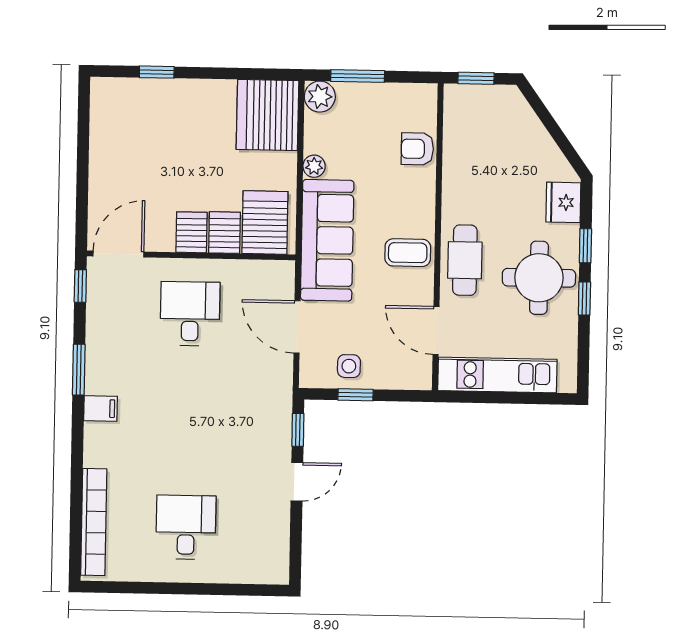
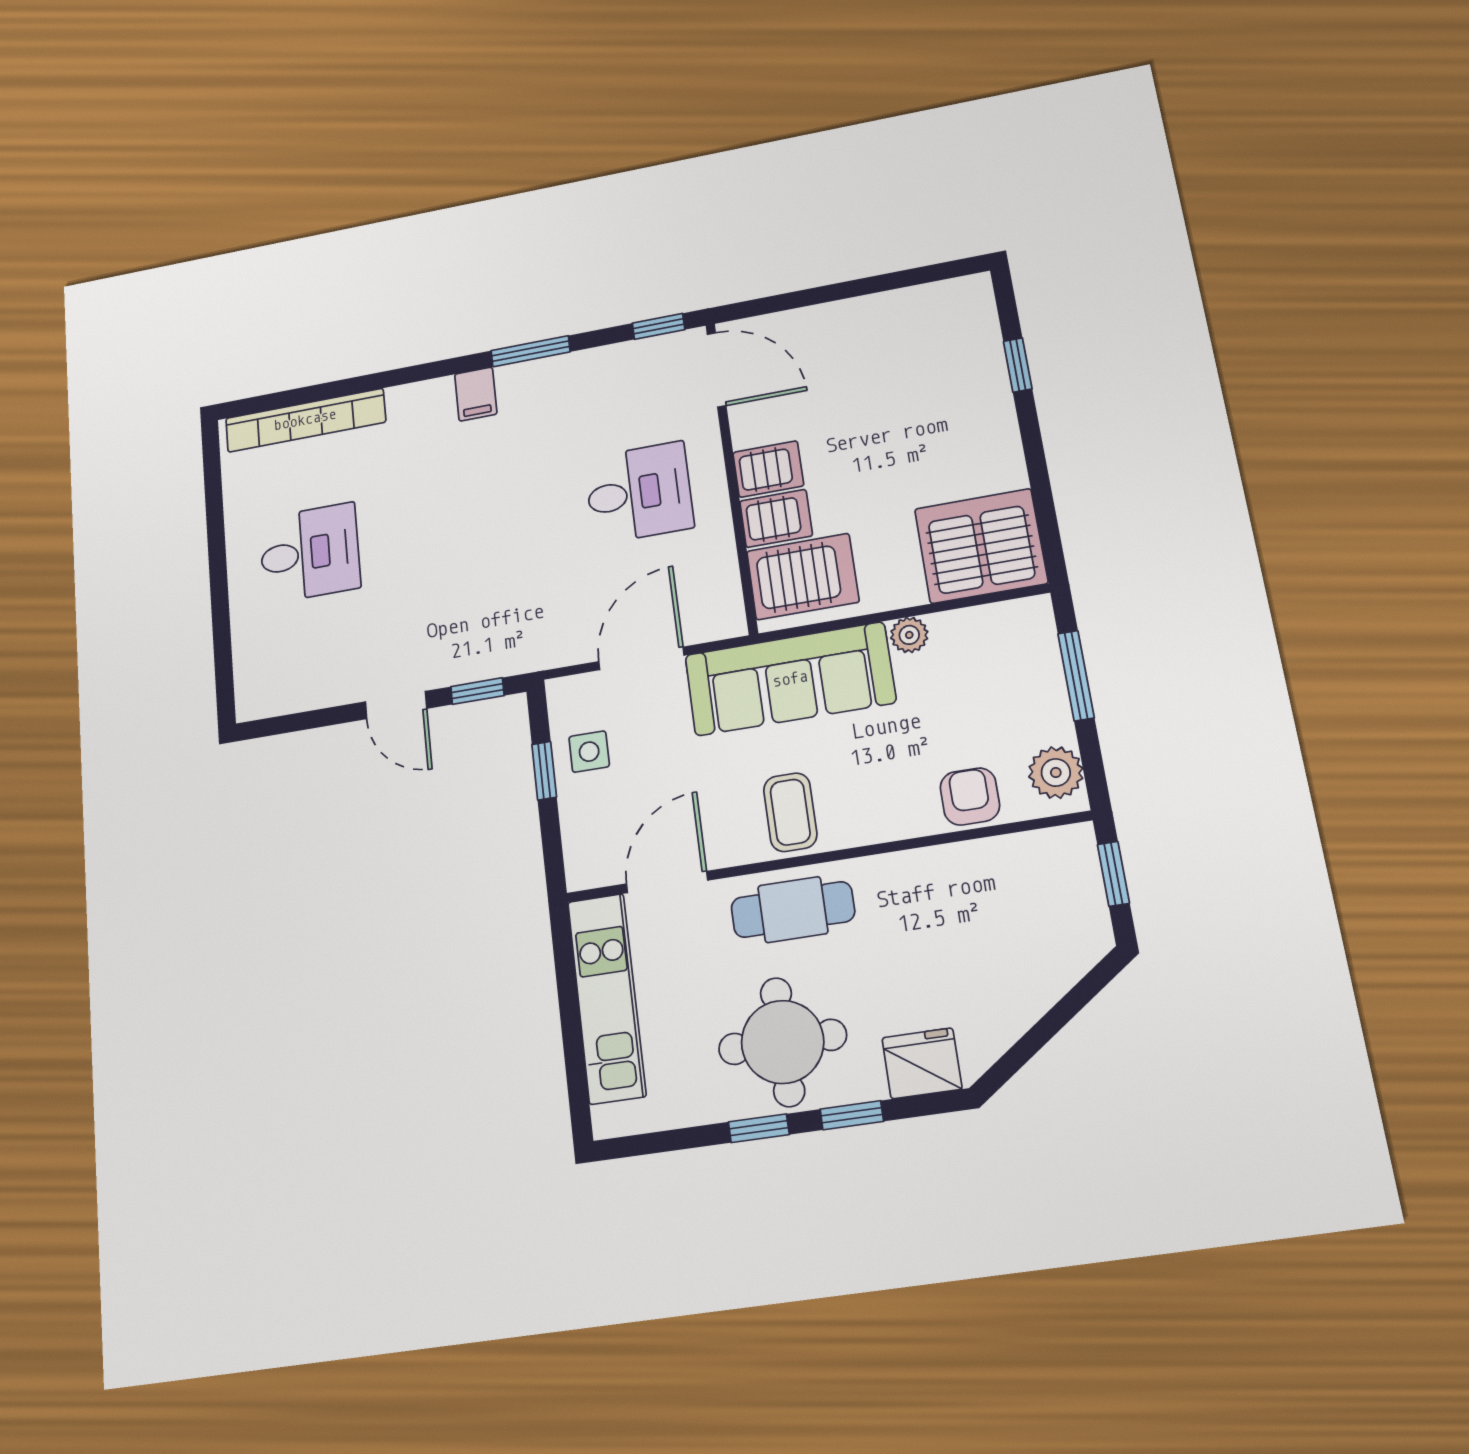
plant: (320, 97) -> (1056, 773), moved

